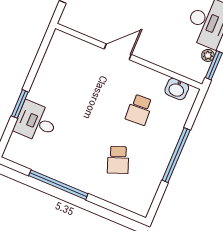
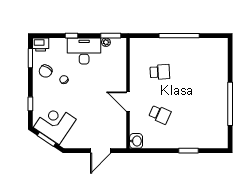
washbasin: (177, 89) -> (136, 141), moved
desk: (36, 122) -> (196, 135), removed
school desk: (118, 160) -> (160, 114), moved, turned 45

